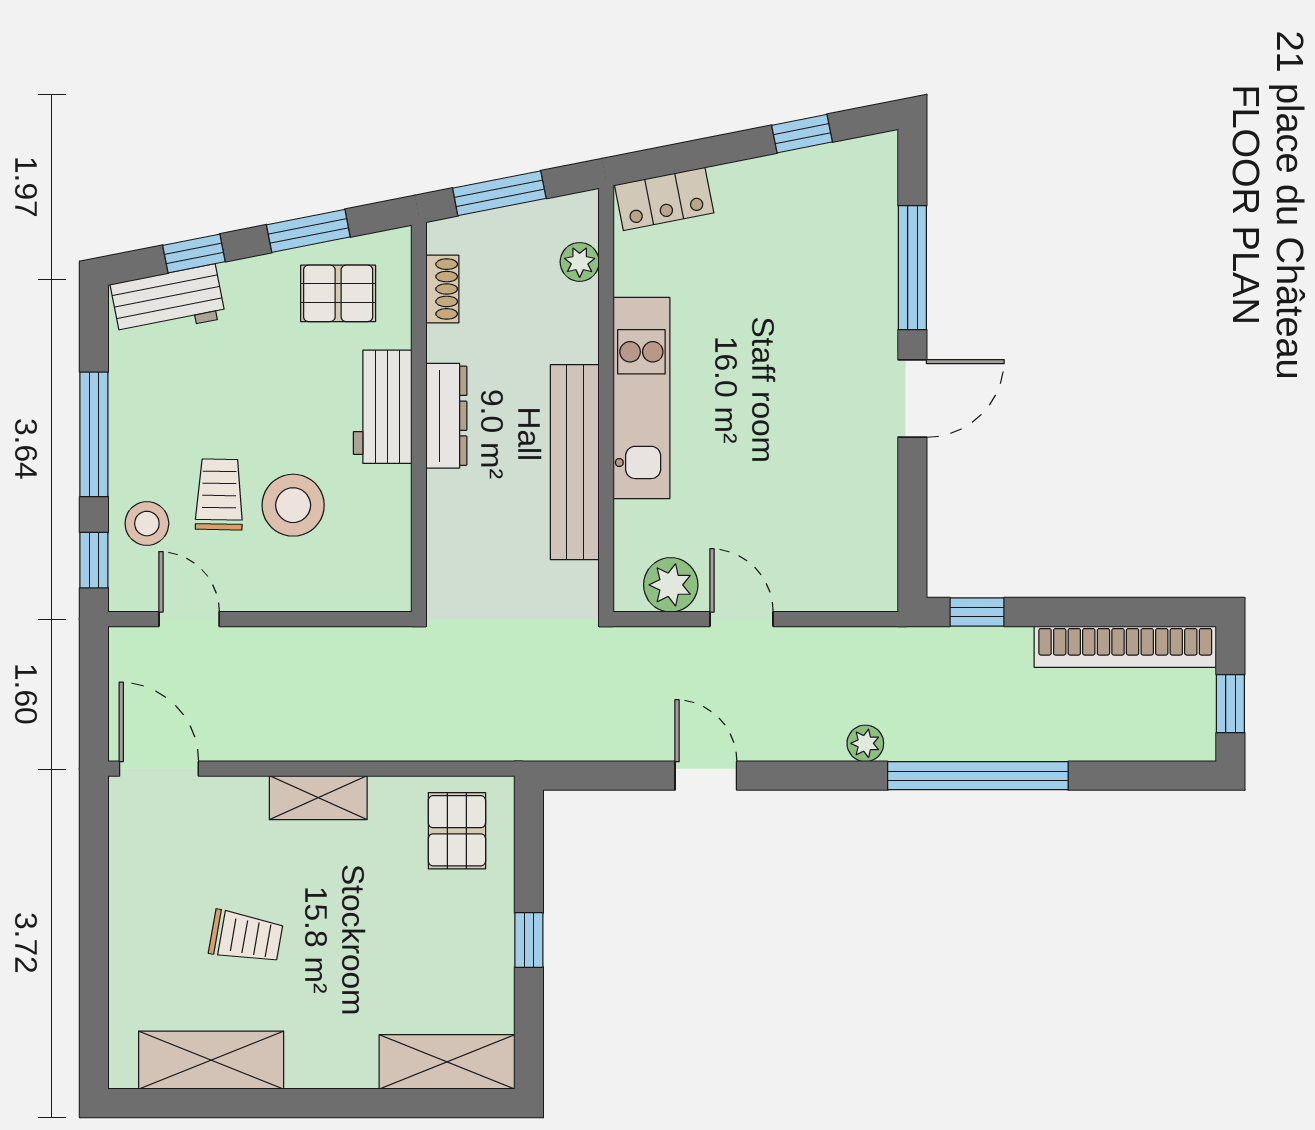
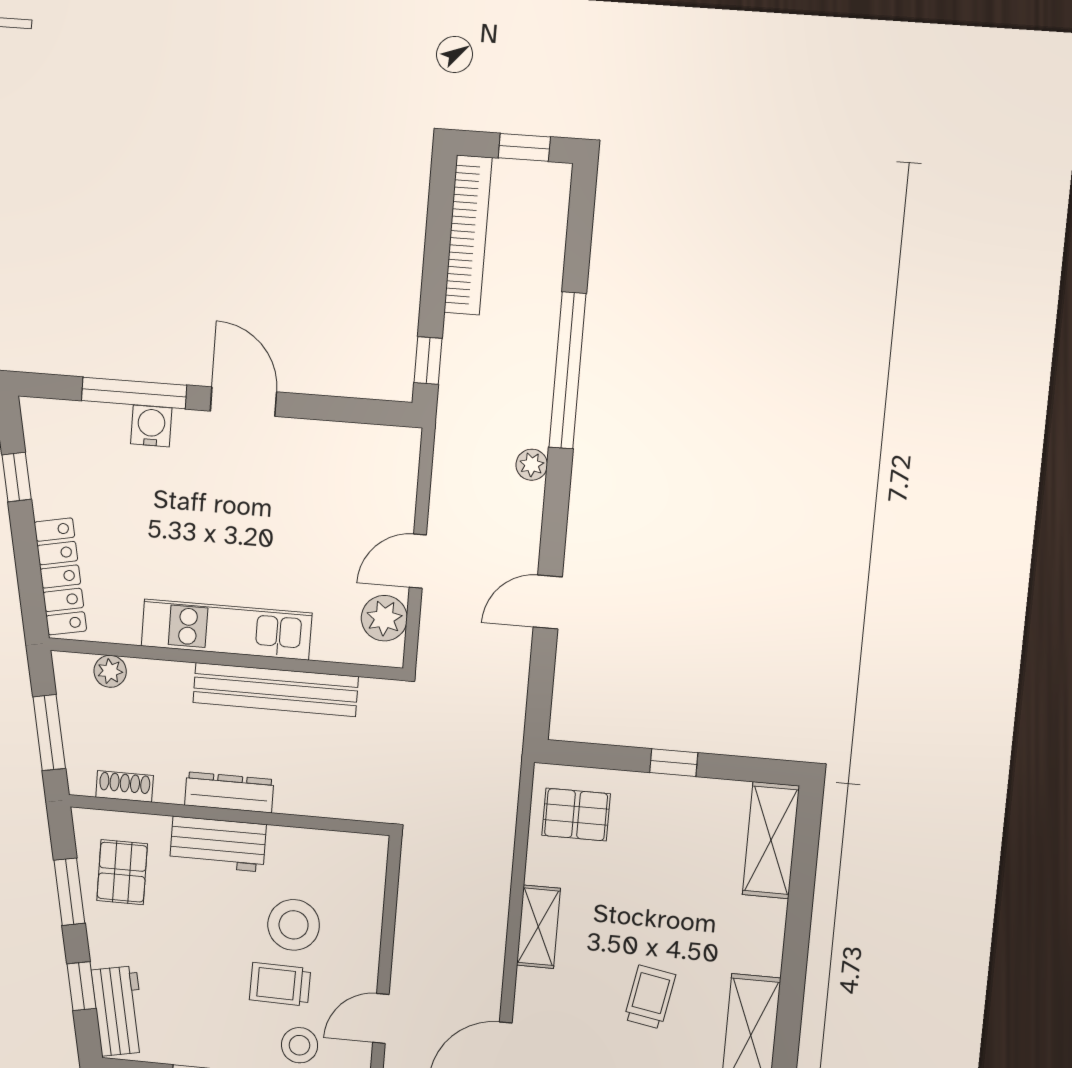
locker: (664, 199) -> (60, 576), width x1.53
water cooler: (875, 291) -> (151, 426), added

